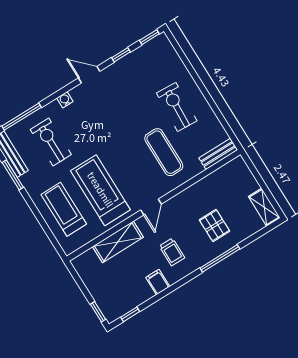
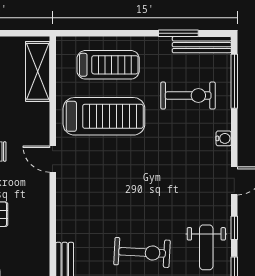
weight bench: (146, 65) -> (206, 247), added
exercise mat: (164, 152) -> (103, 209), removed
shelving: (118, 242) -> (38, 71), moved

